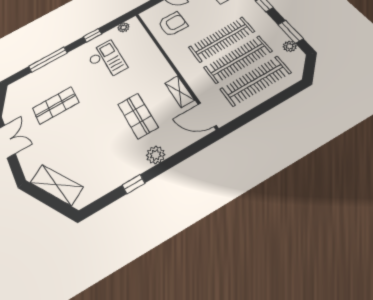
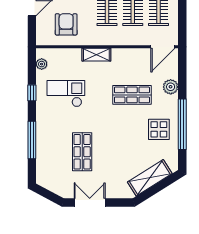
shelving: (179, 91) -> (96, 55), moved
plant: (156, 155) -> (171, 87), moved
display table: (115, 163) -> (159, 129), added
window: (134, 184) -> (182, 124), width x3.17

